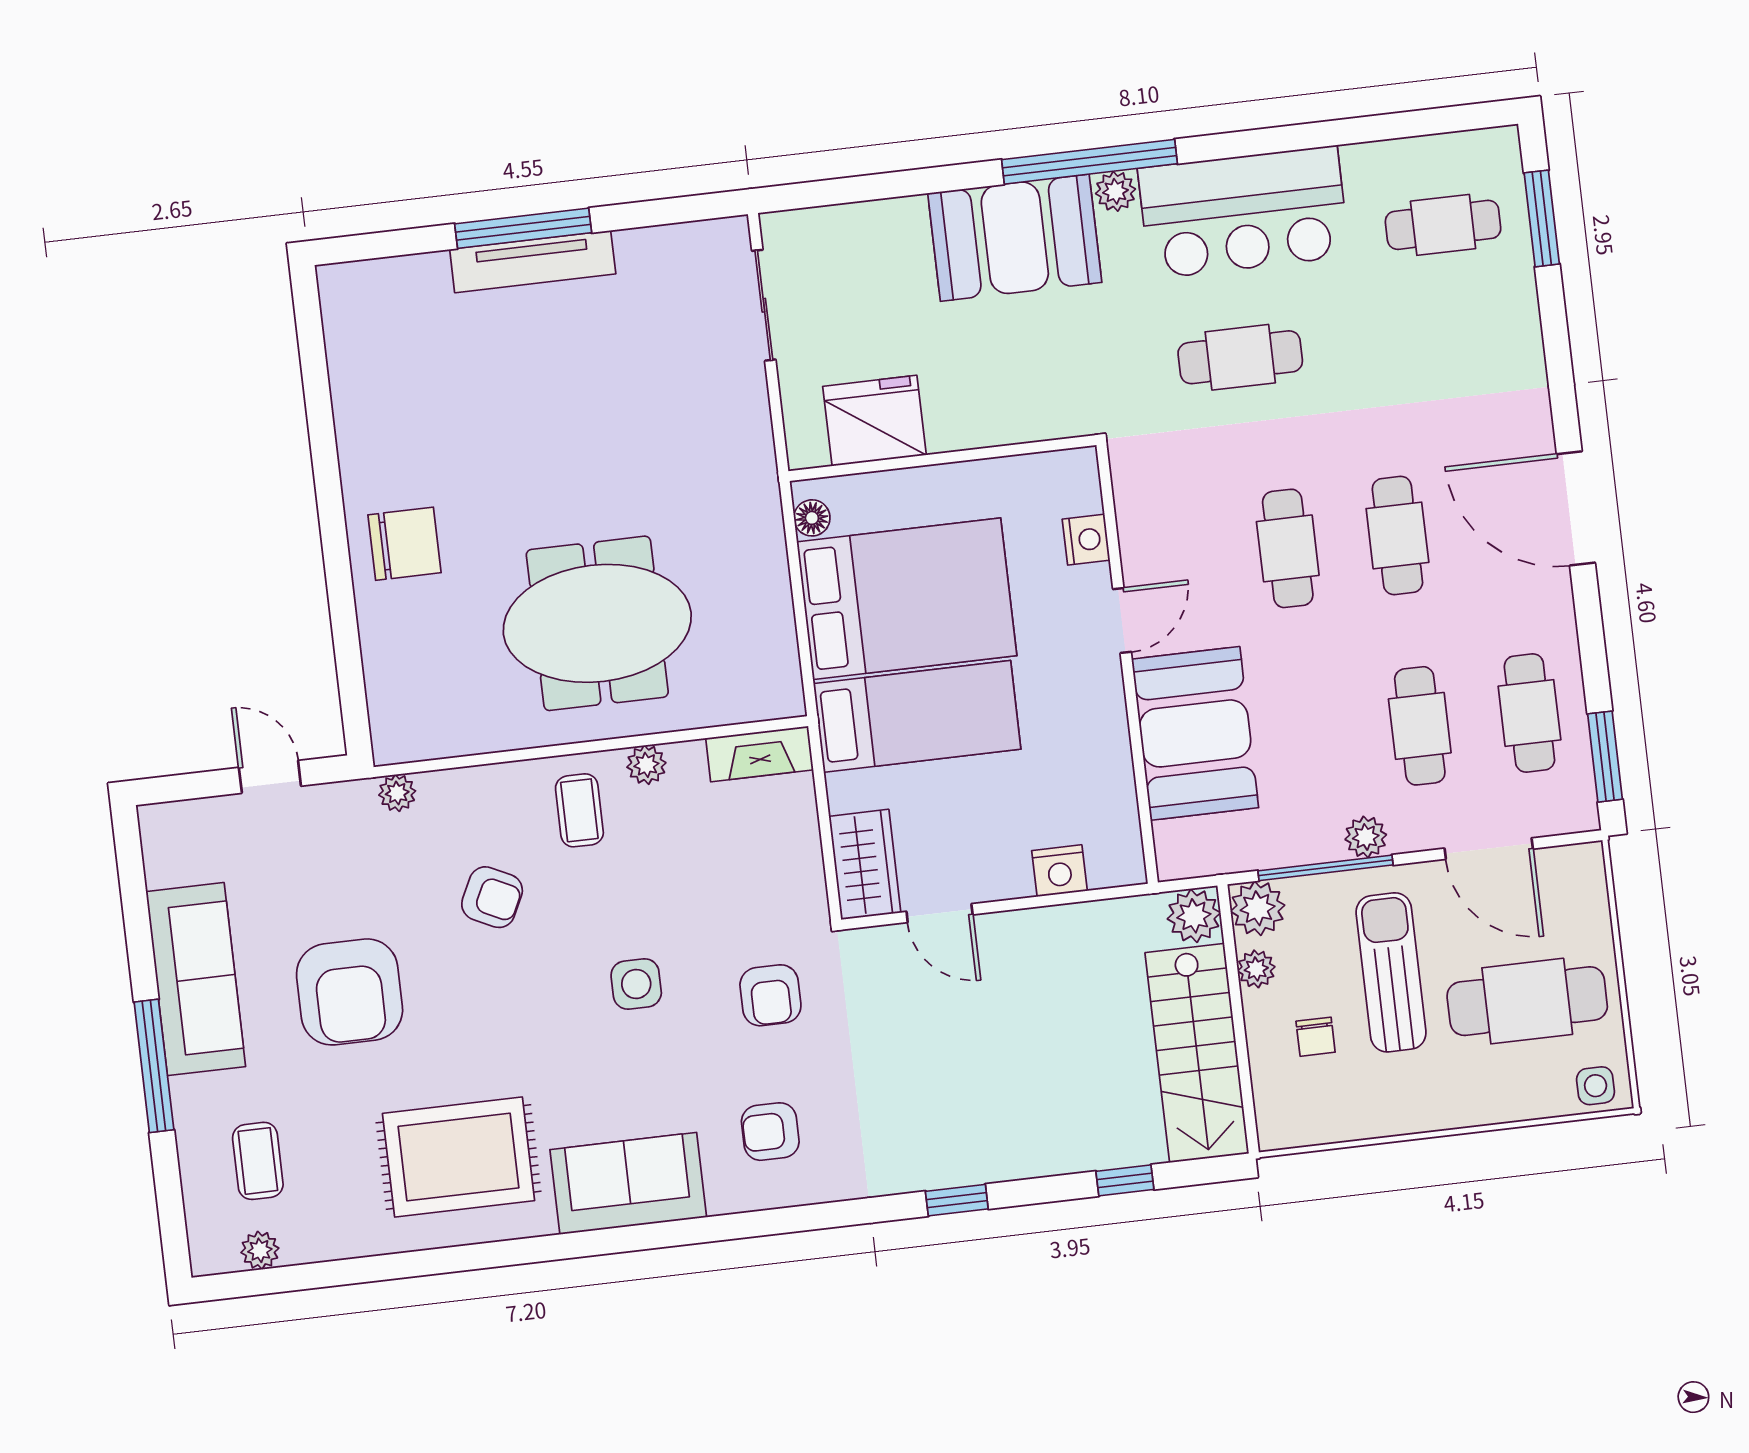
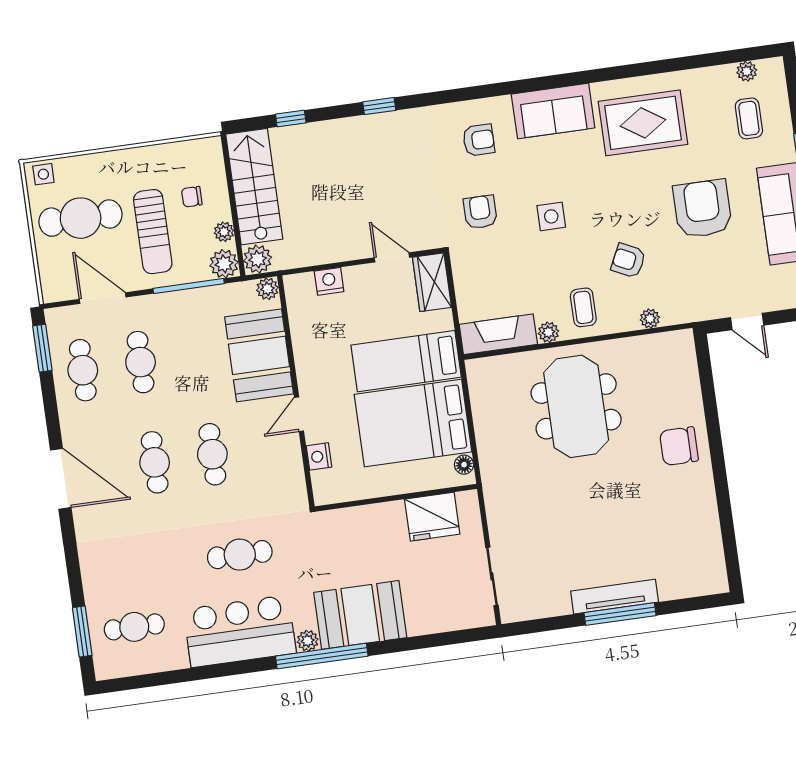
meeting table: (597, 623) -> (576, 406), turned 90
fireplace: (759, 754) -> (498, 334), width x1.37, depth x1.32
plant: (397, 793) -> (650, 319), moved
plant: (1366, 837) -> (267, 289), moved
chair: (1316, 1037) -> (192, 197), turned -90

